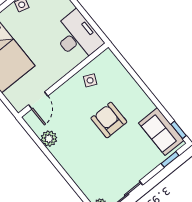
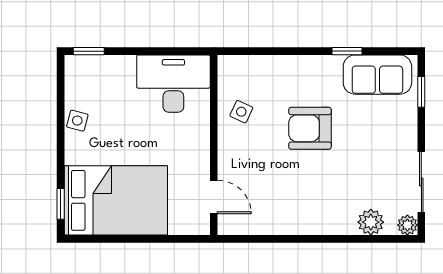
window: (179, 130) -> (347, 51), moved
plant: (49, 139) -> (371, 222), moved

